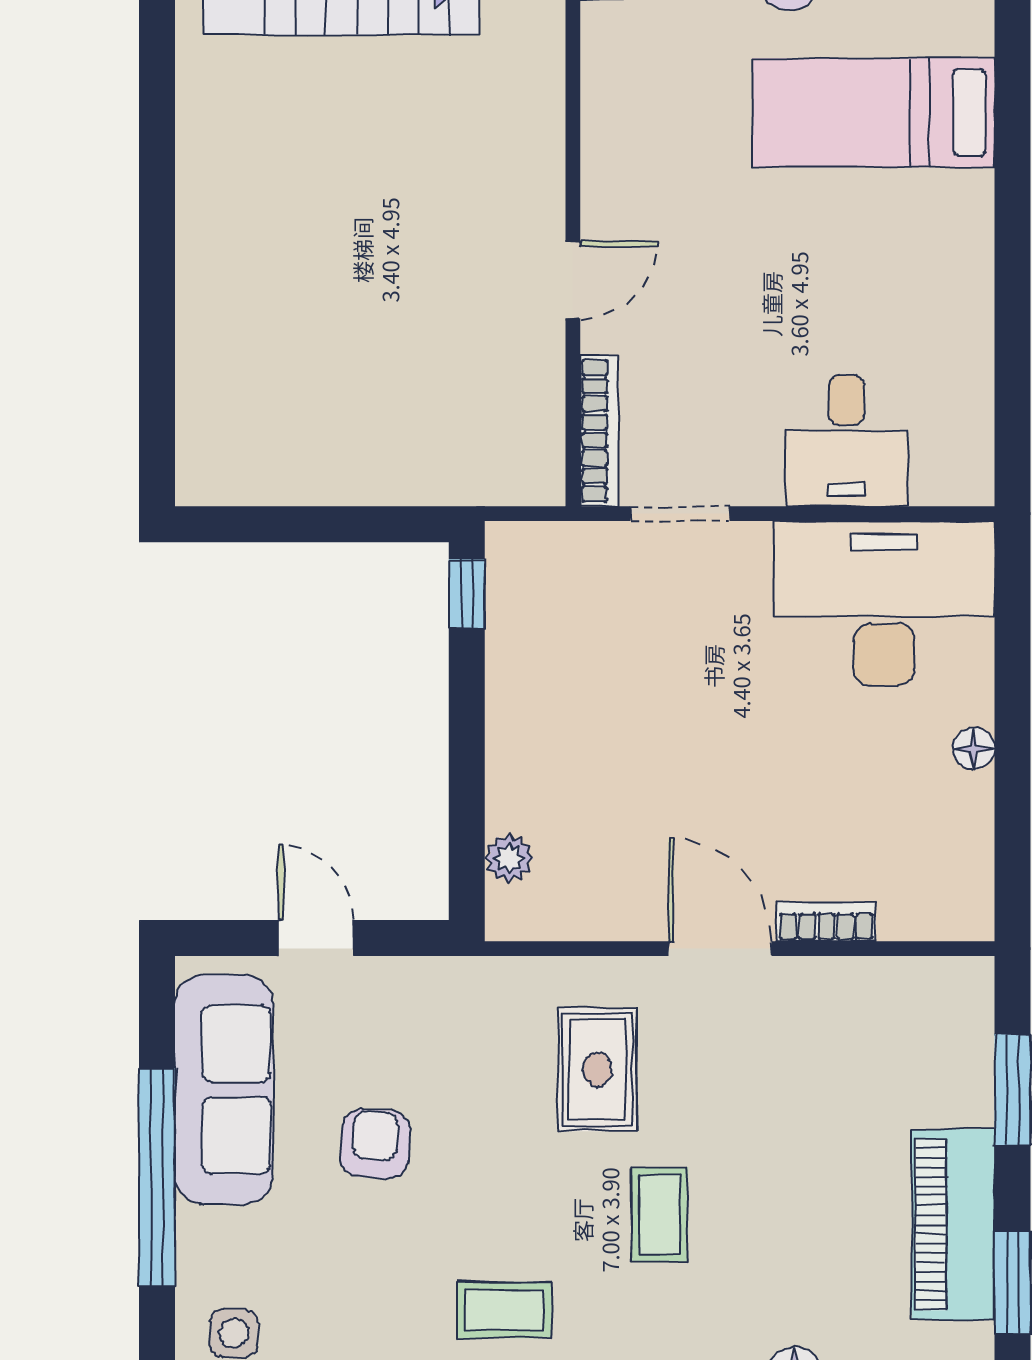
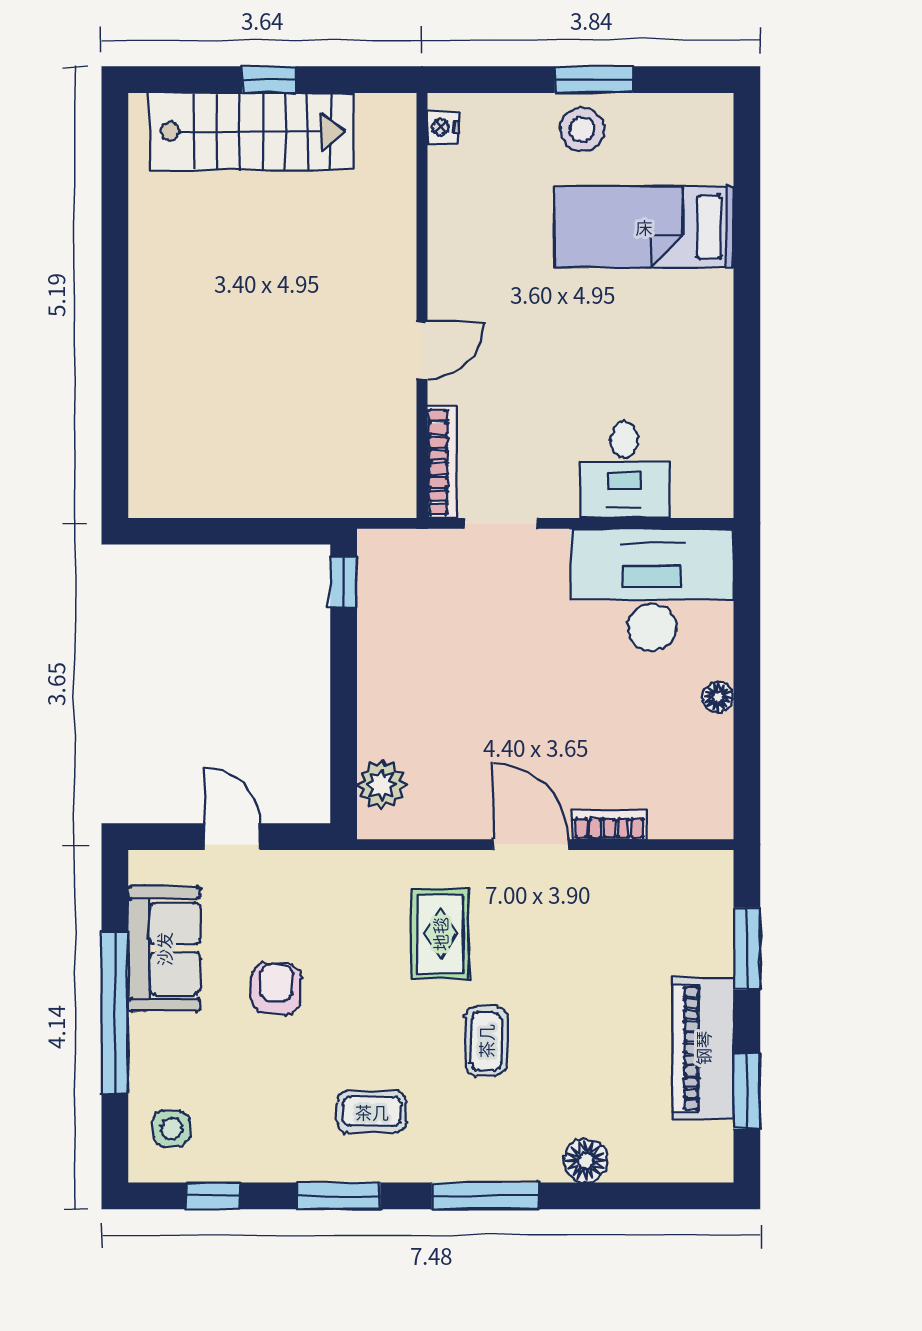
plant: (509, 858) -> (382, 784), width x1.38, depth x1.38
sofa: (224, 1089) -> (164, 949), width x0.73

